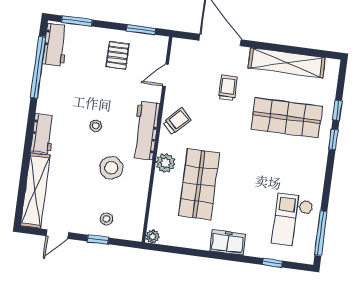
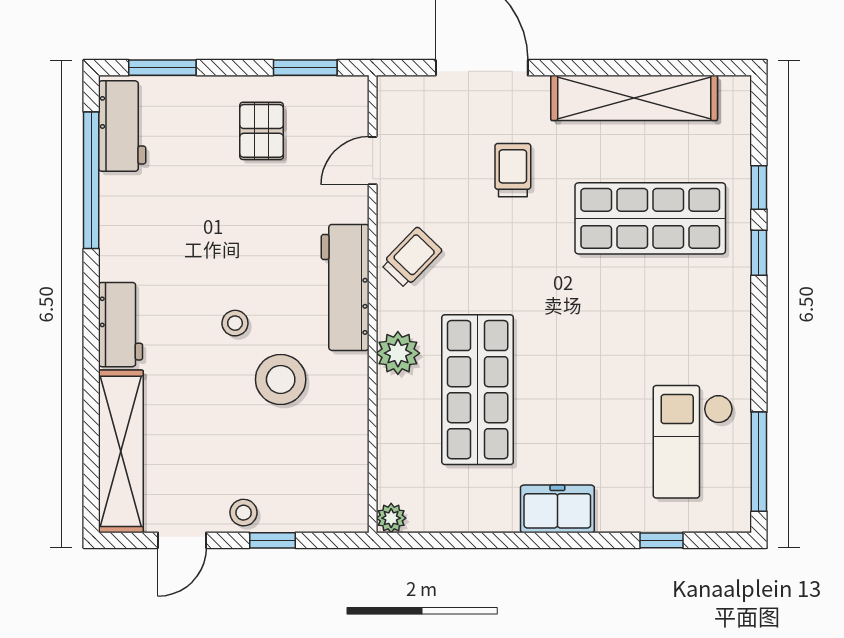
stool: (96, 126) -> (235, 323), moved
stool: (106, 219) -> (244, 513), moved

